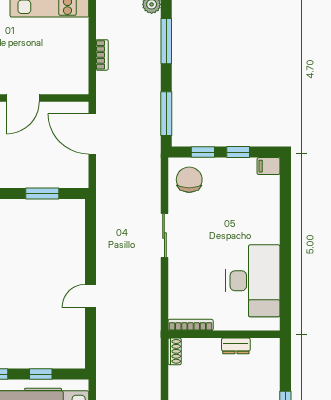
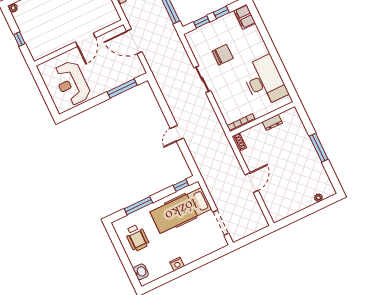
filing cabinet: (269, 166) -> (245, 17), width x2.00
chair: (189, 180) -> (223, 55), moved, turned 90
window: (42, 194) -> (122, 89), width x1.44
window: (41, 374) -> (181, 185), moved

